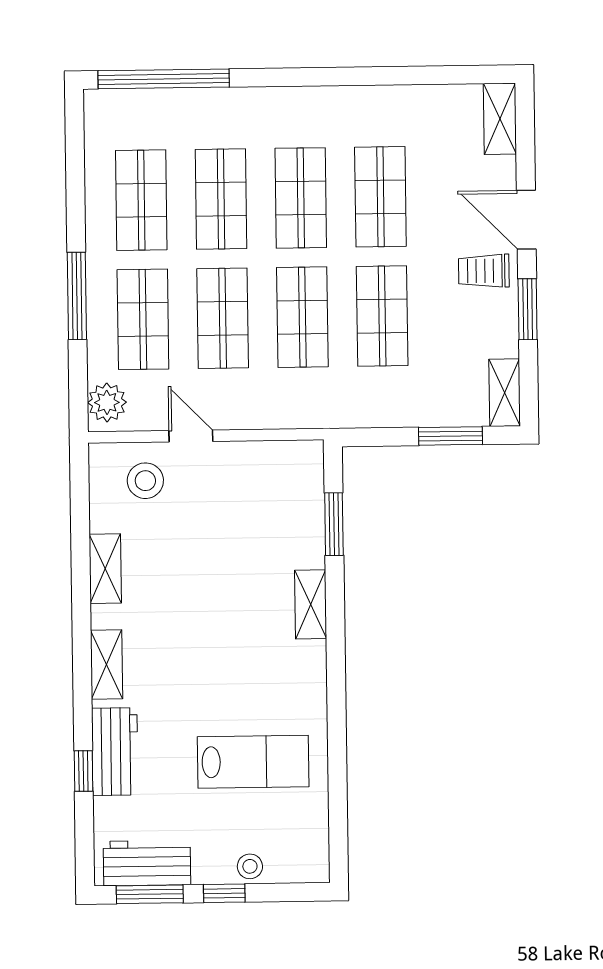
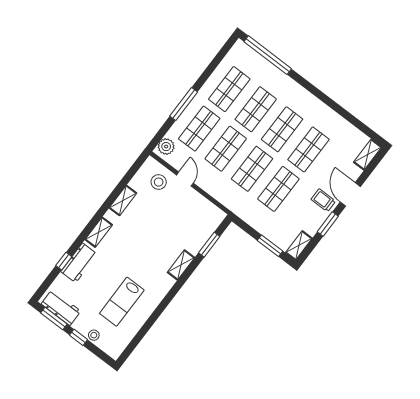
lab bench: (253, 762) -> (122, 302), turned 90

